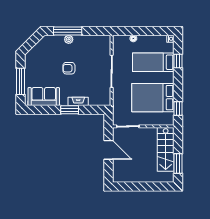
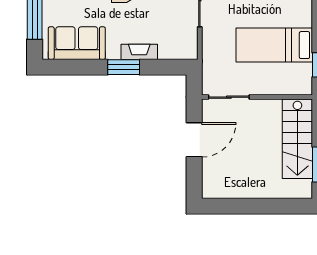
bed: (153, 98) -> (274, 45), width x0.67
door: (109, 150) -> (194, 140), hinge flipped

